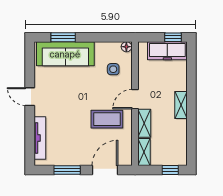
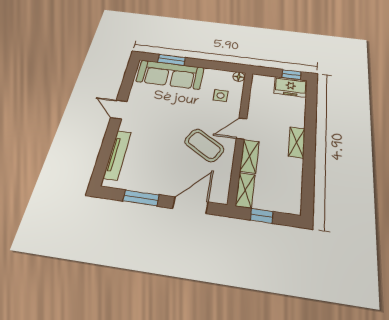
freezer: (167, 51) -> (291, 87), width x0.71
coffee table: (107, 119) -> (204, 145), turned 31
window: (170, 170) -> (262, 216), moved

